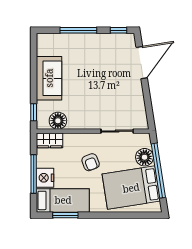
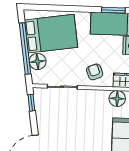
window: (149, 113) -> (31, 103), added
armchair: (91, 162) -> (95, 72), moved

